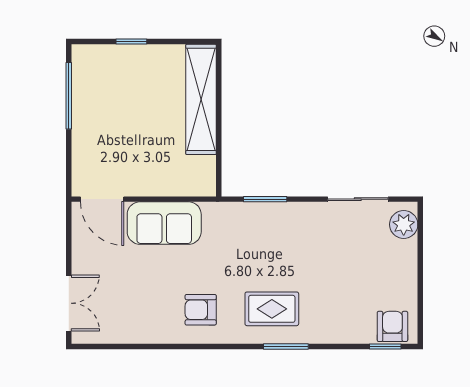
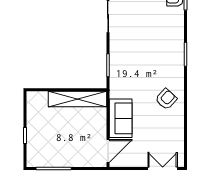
shelving: (201, 99) -> (78, 99), moved
rug: (272, 309) -> (166, 62), removed
armchair: (201, 310) -> (166, 99), turned -137

